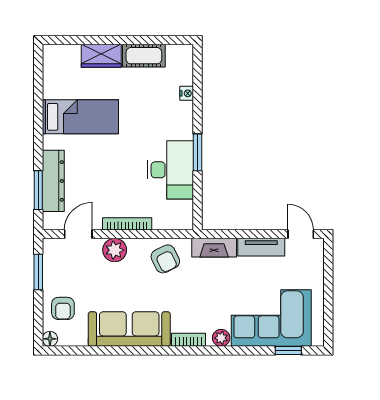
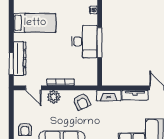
window: (198, 152) -> (100, 43), width x1.44
desk: (170, 170) -> (85, 41), moved
door: (78, 234) -> (33, 88), swing flipped
window: (38, 272) -> (11, 109), removed

